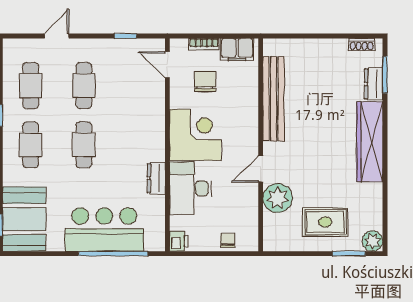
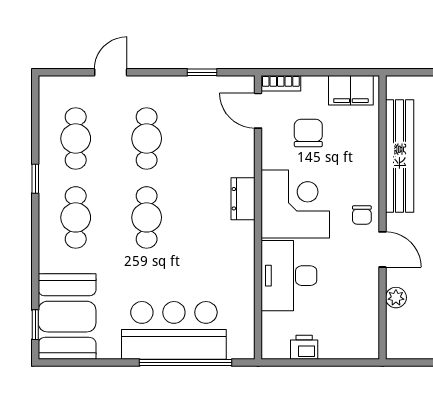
bookcase: (204, 44) -> (281, 83), moved
door: (261, 169) -> (382, 249), swing flipped
dresser: (156, 178) -> (243, 199), moved
plant: (278, 198) -> (396, 298), width x0.53, depth x0.53
chair: (228, 240) -> (362, 215), moved, turned 180
printer: (179, 241) -> (304, 347), moved, turned -90

